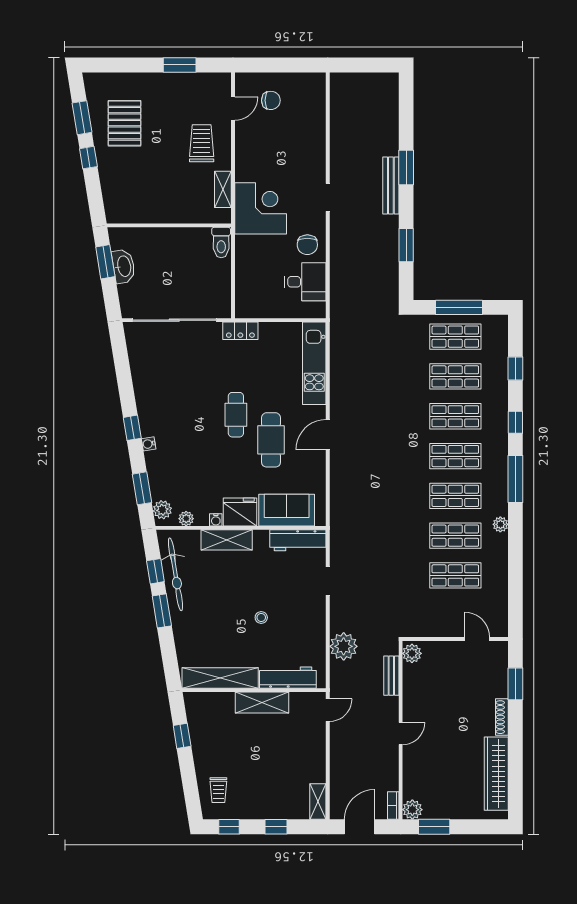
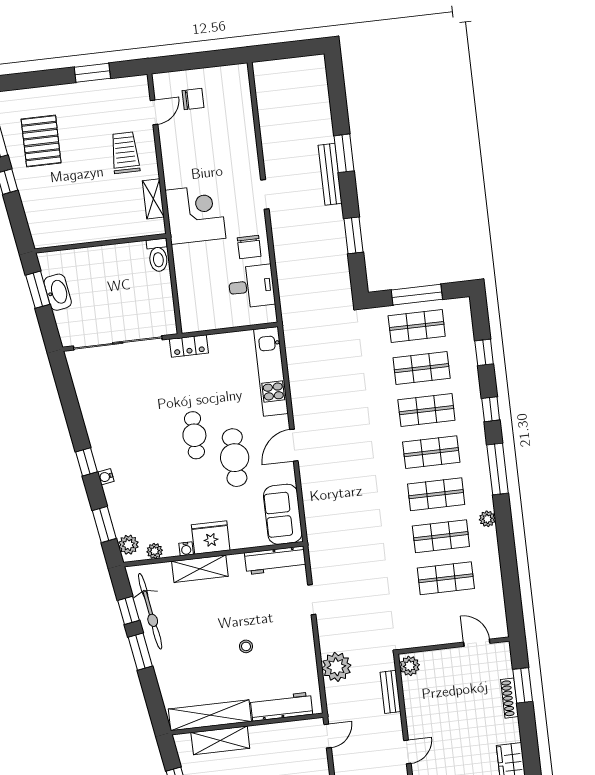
sofa: (287, 510) -> (283, 514), moved, turned -90
shelving: (262, 703) -> (220, 740), moved
shoe rack: (502, 717) -> (510, 698), moved

